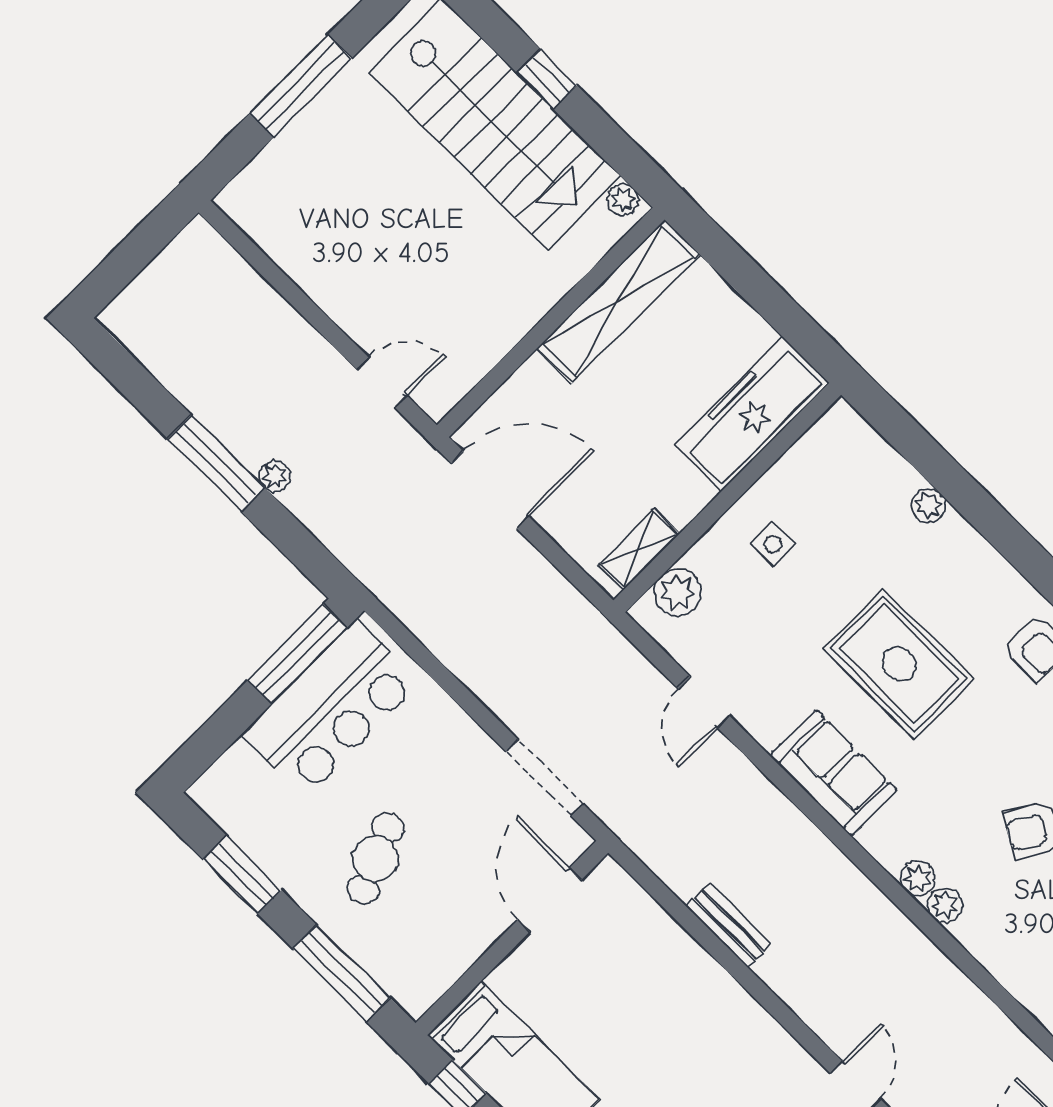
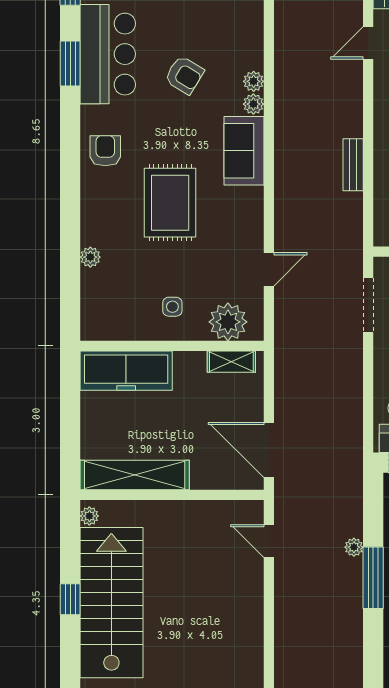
plant: (678, 592) -> (228, 322), width x1.36, depth x1.36
sofa: (834, 773) -> (244, 151), moved

